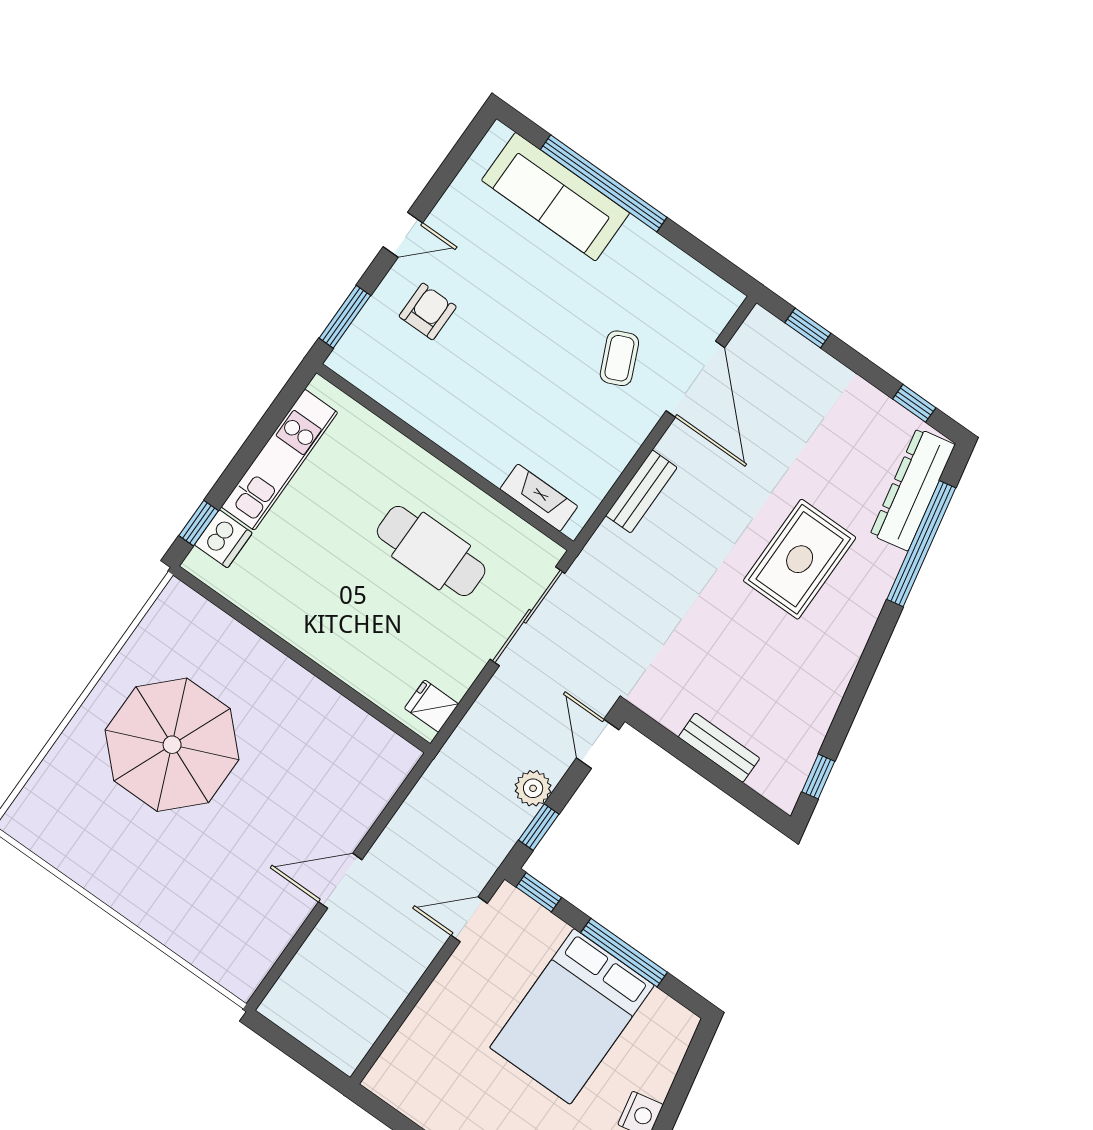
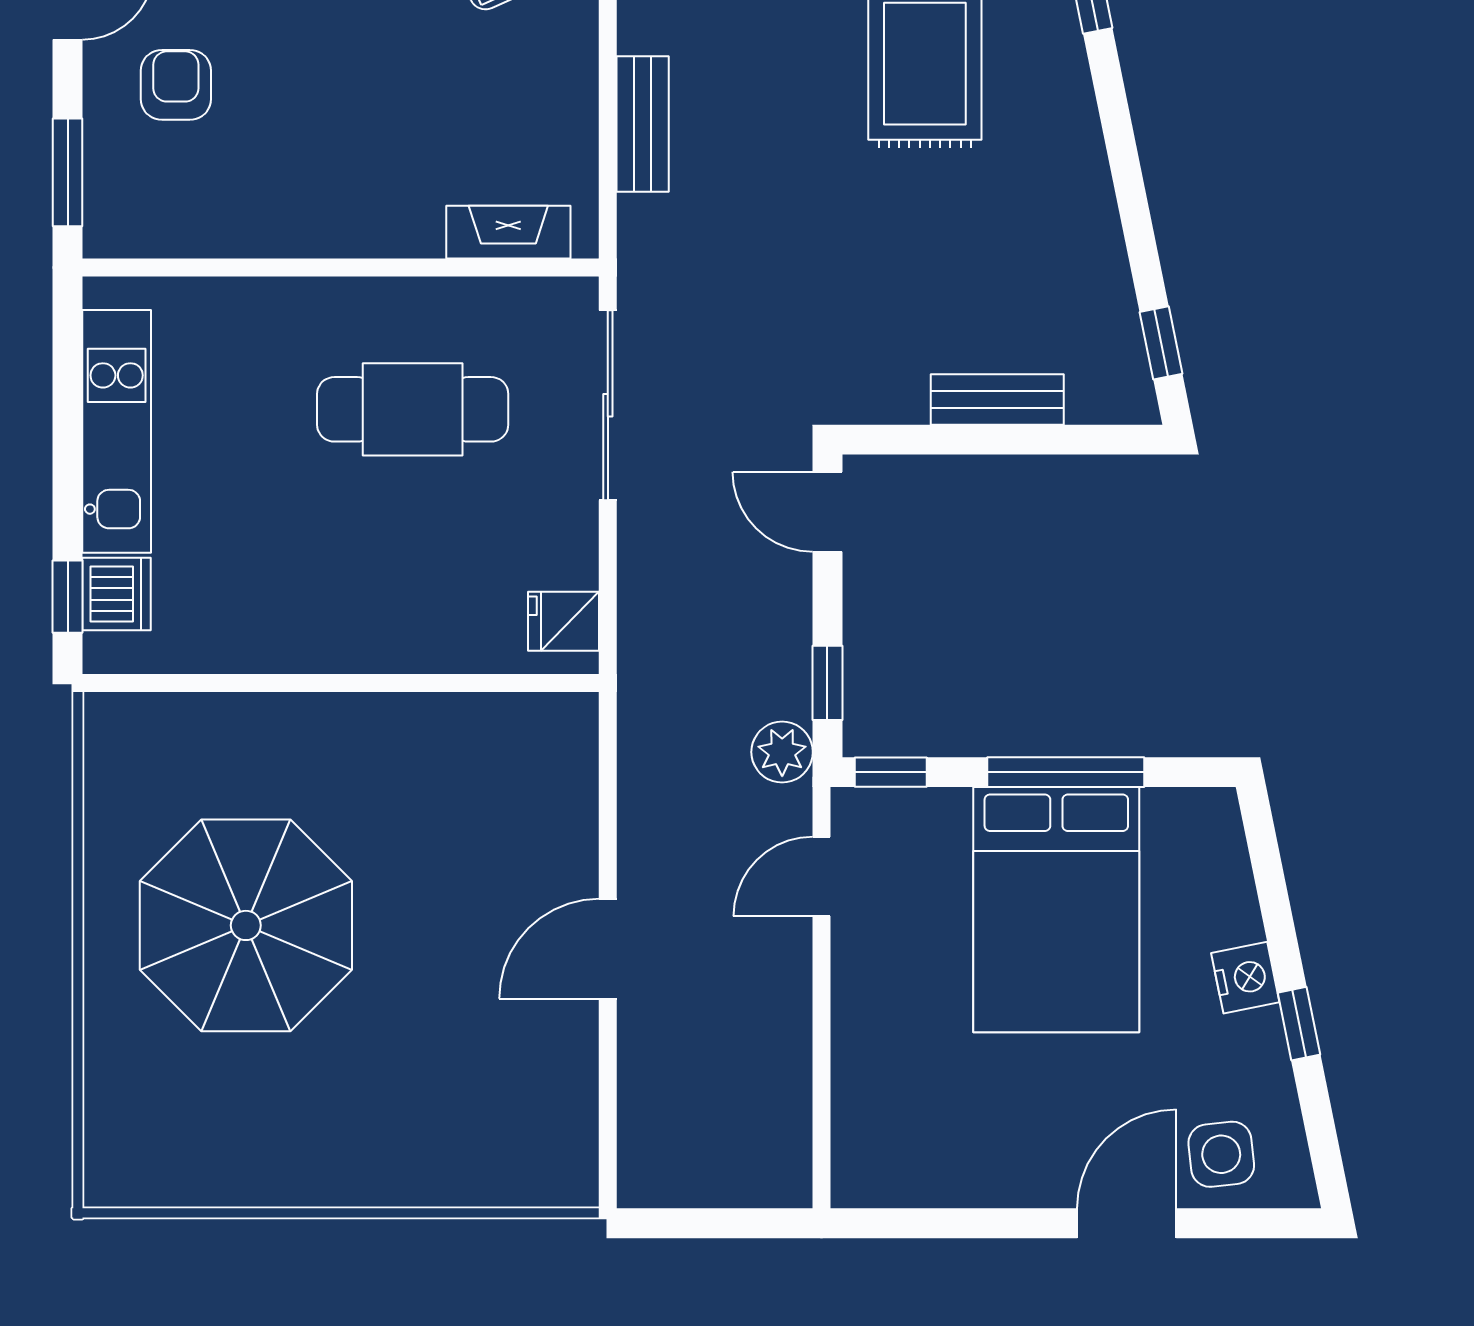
plant: (533, 788) -> (782, 752), moved

